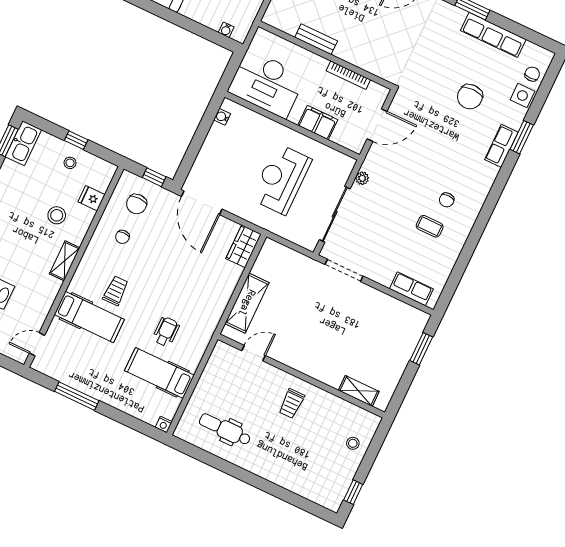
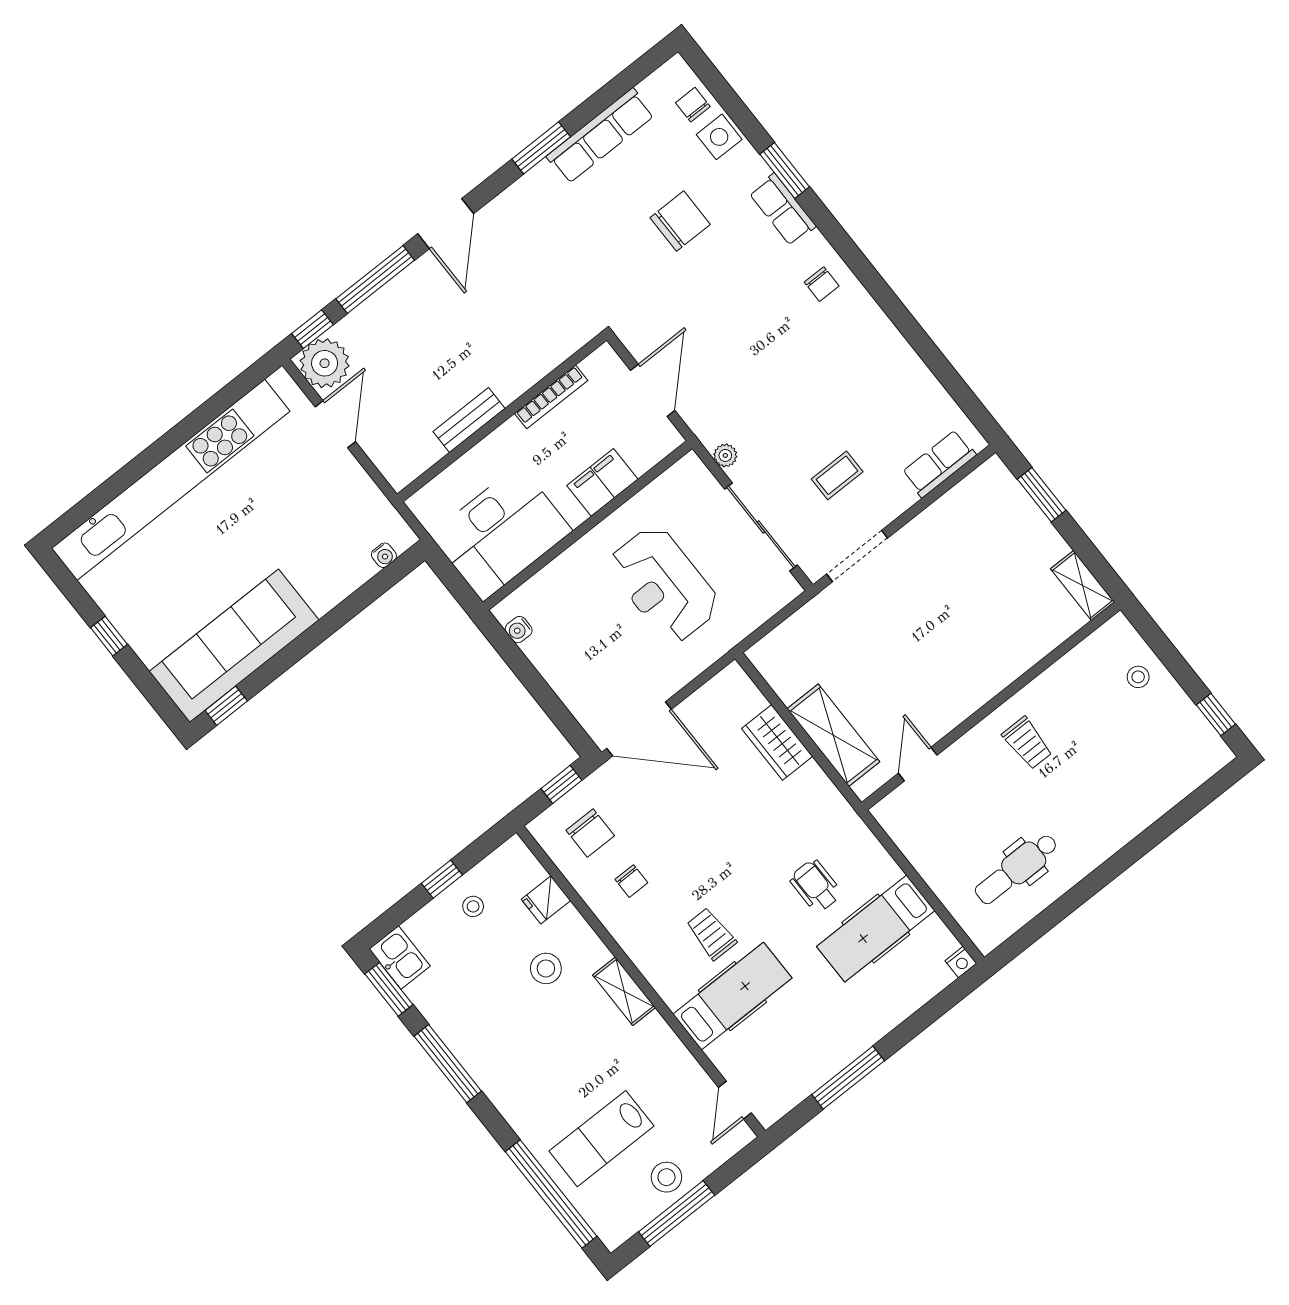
chair: (470, 97) -> (680, 221), turned -90
kitchen sink: (23, 143) -> (400, 958), width x0.73
chair: (447, 200) -> (822, 284), moved
coffee table: (430, 226) -> (837, 475), moved
wardrobe: (244, 246) -> (777, 742), moved
shelving: (359, 391) -> (1083, 585), moved, turned 90

